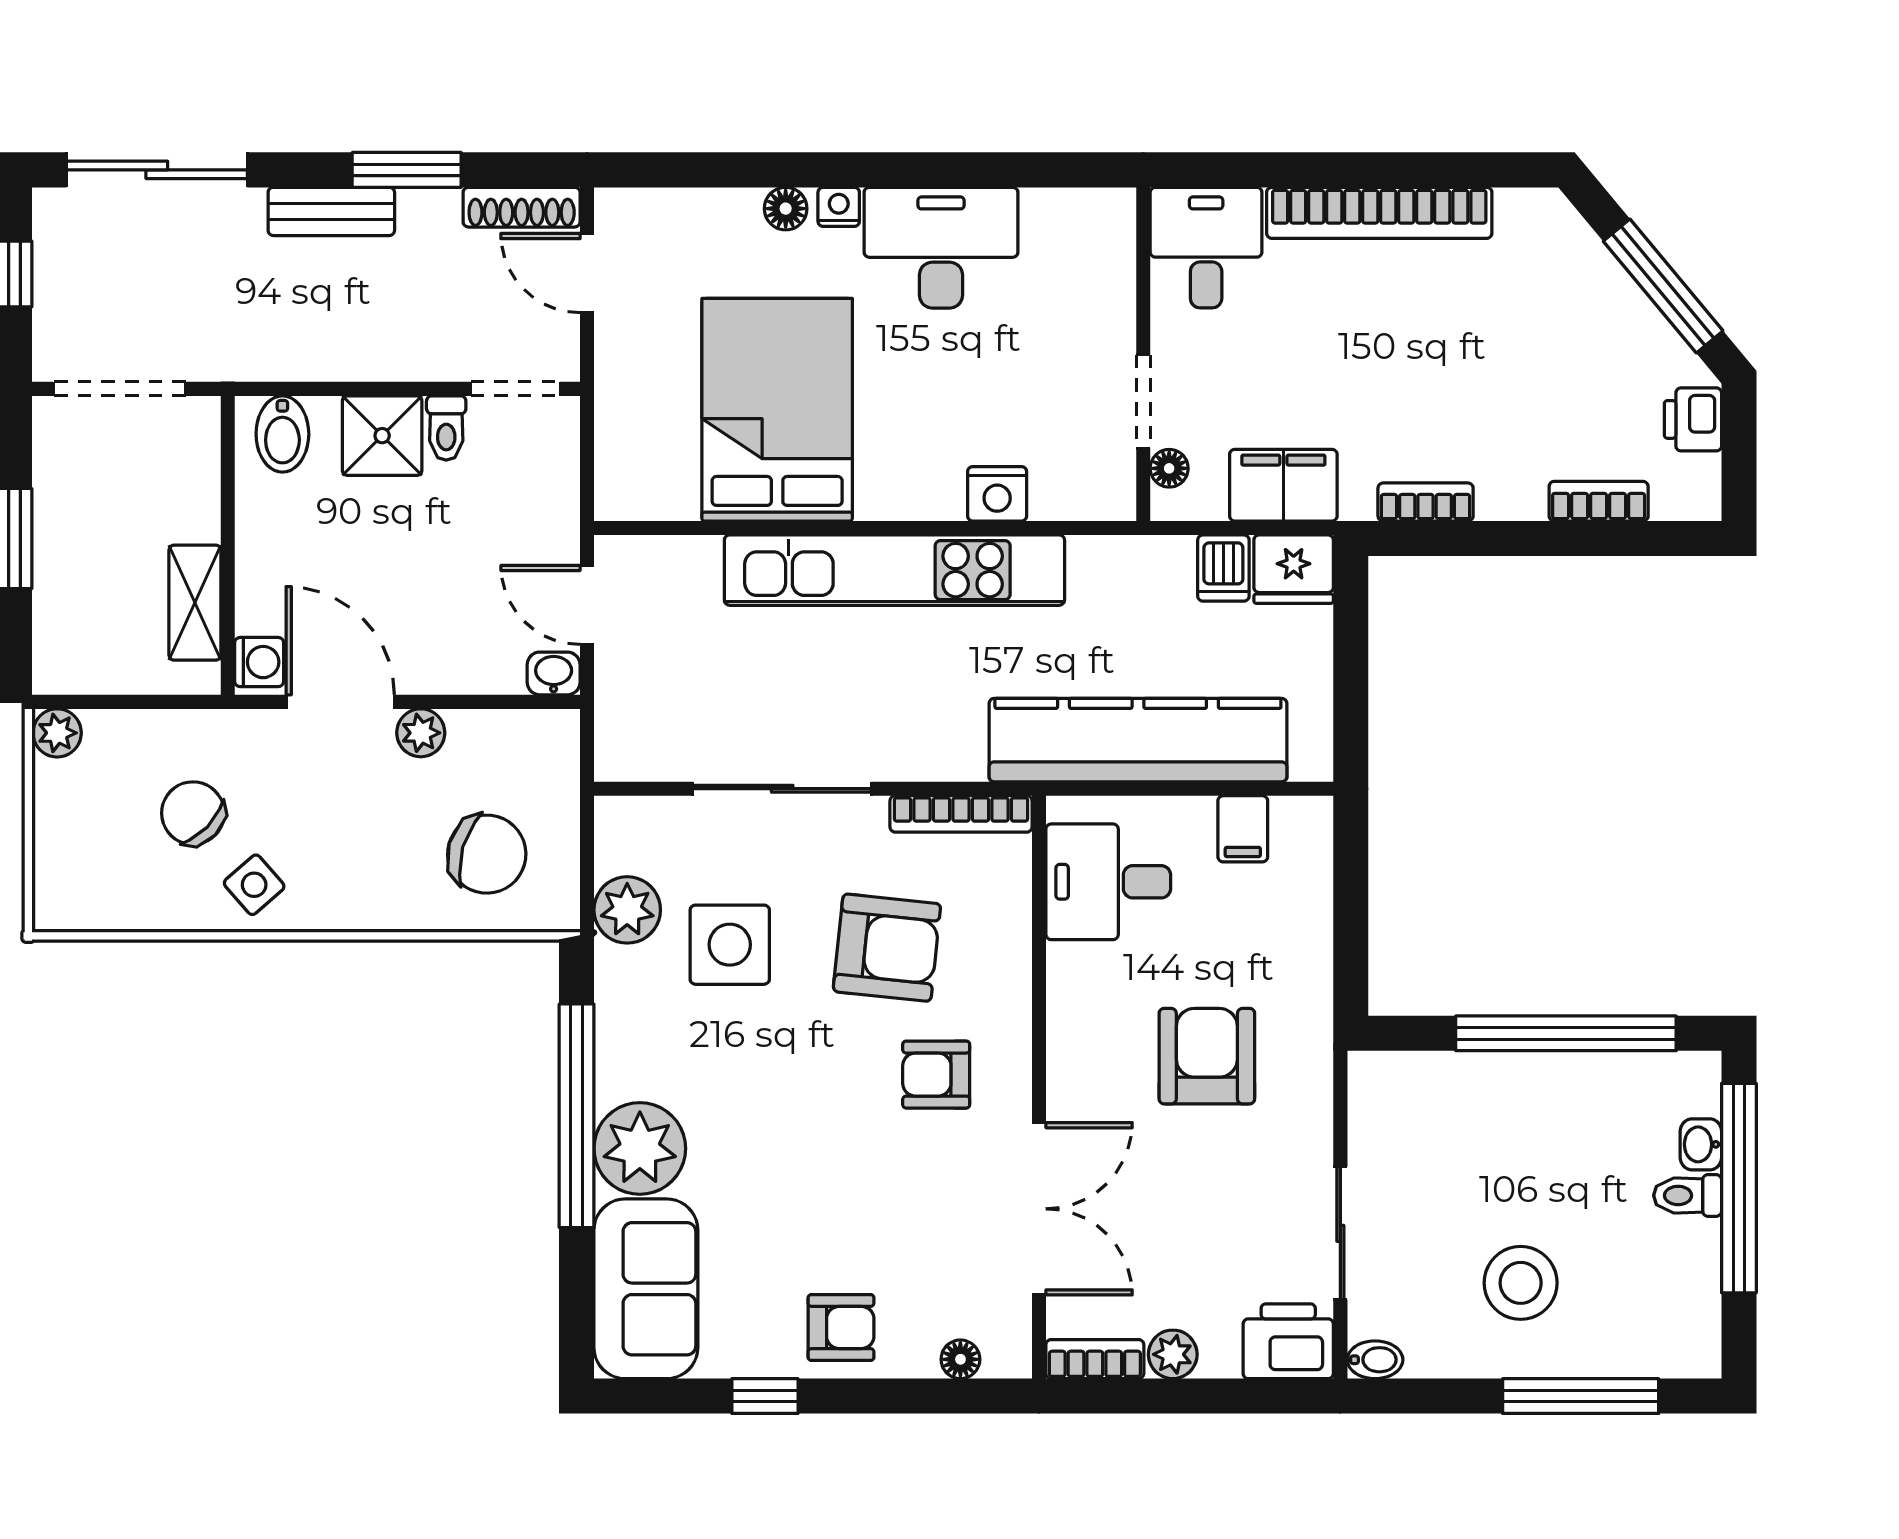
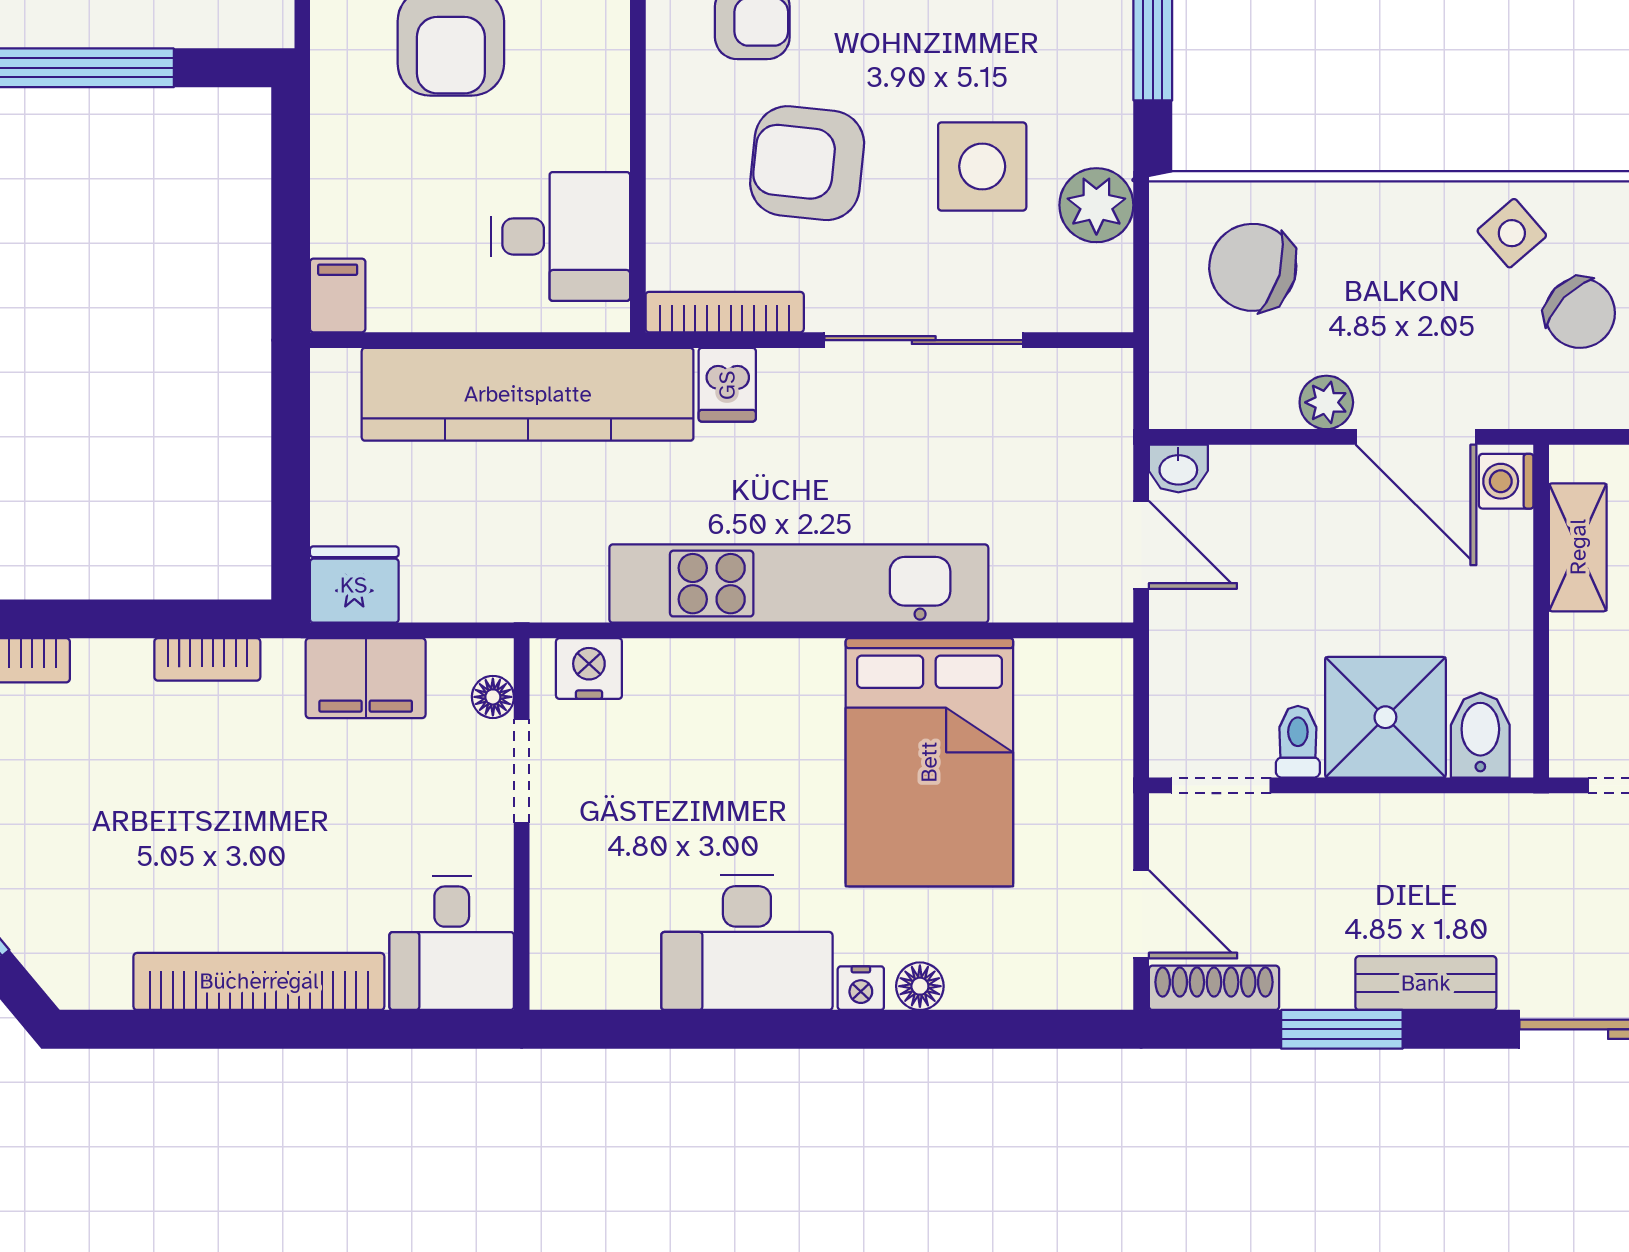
shower: (382, 436) -> (1385, 717), width x1.36, depth x1.36
nightstand: (997, 494) -> (589, 669), moved
dishwasher: (1223, 568) -> (727, 385), moved, turned 180
filing cabinet: (1243, 829) -> (338, 295), moved

